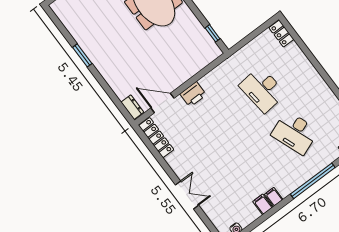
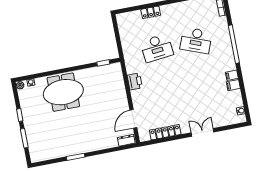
locker: (281, 33) -> (151, 12), moved
printer: (193, 94) -> (135, 81), moved
desk: (295, 133) -> (196, 40), turned 42
locker: (156, 138) -> (165, 132), moved

